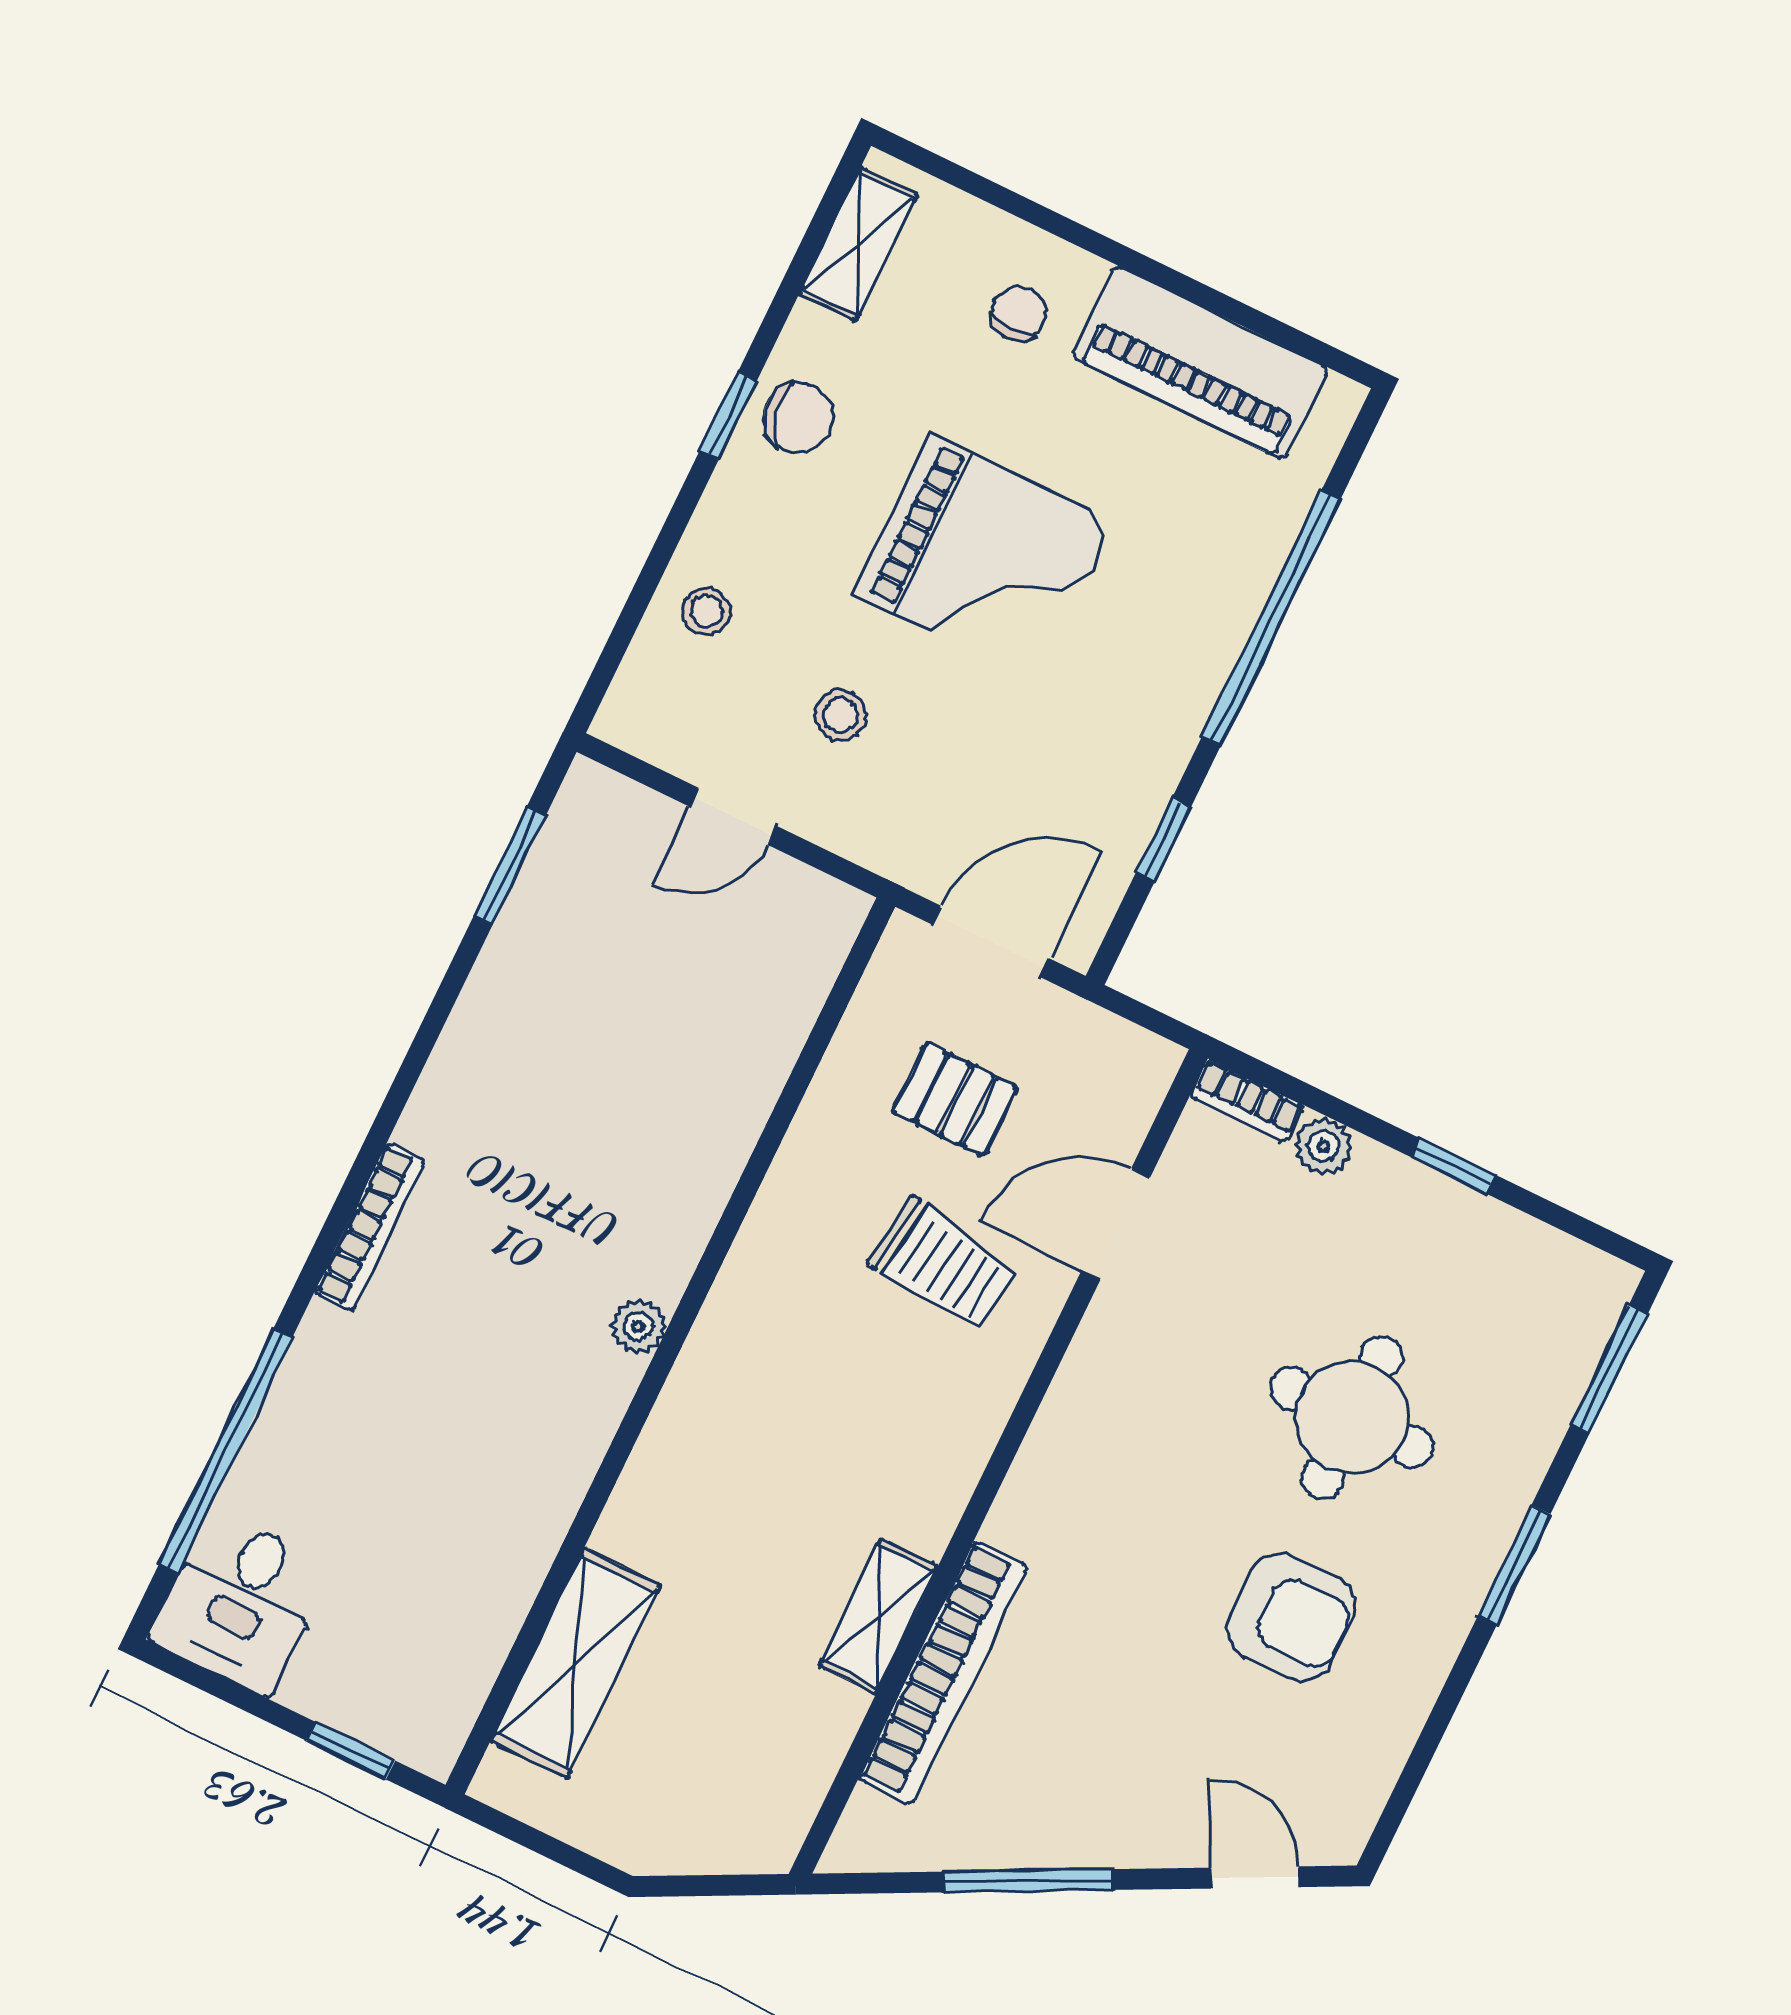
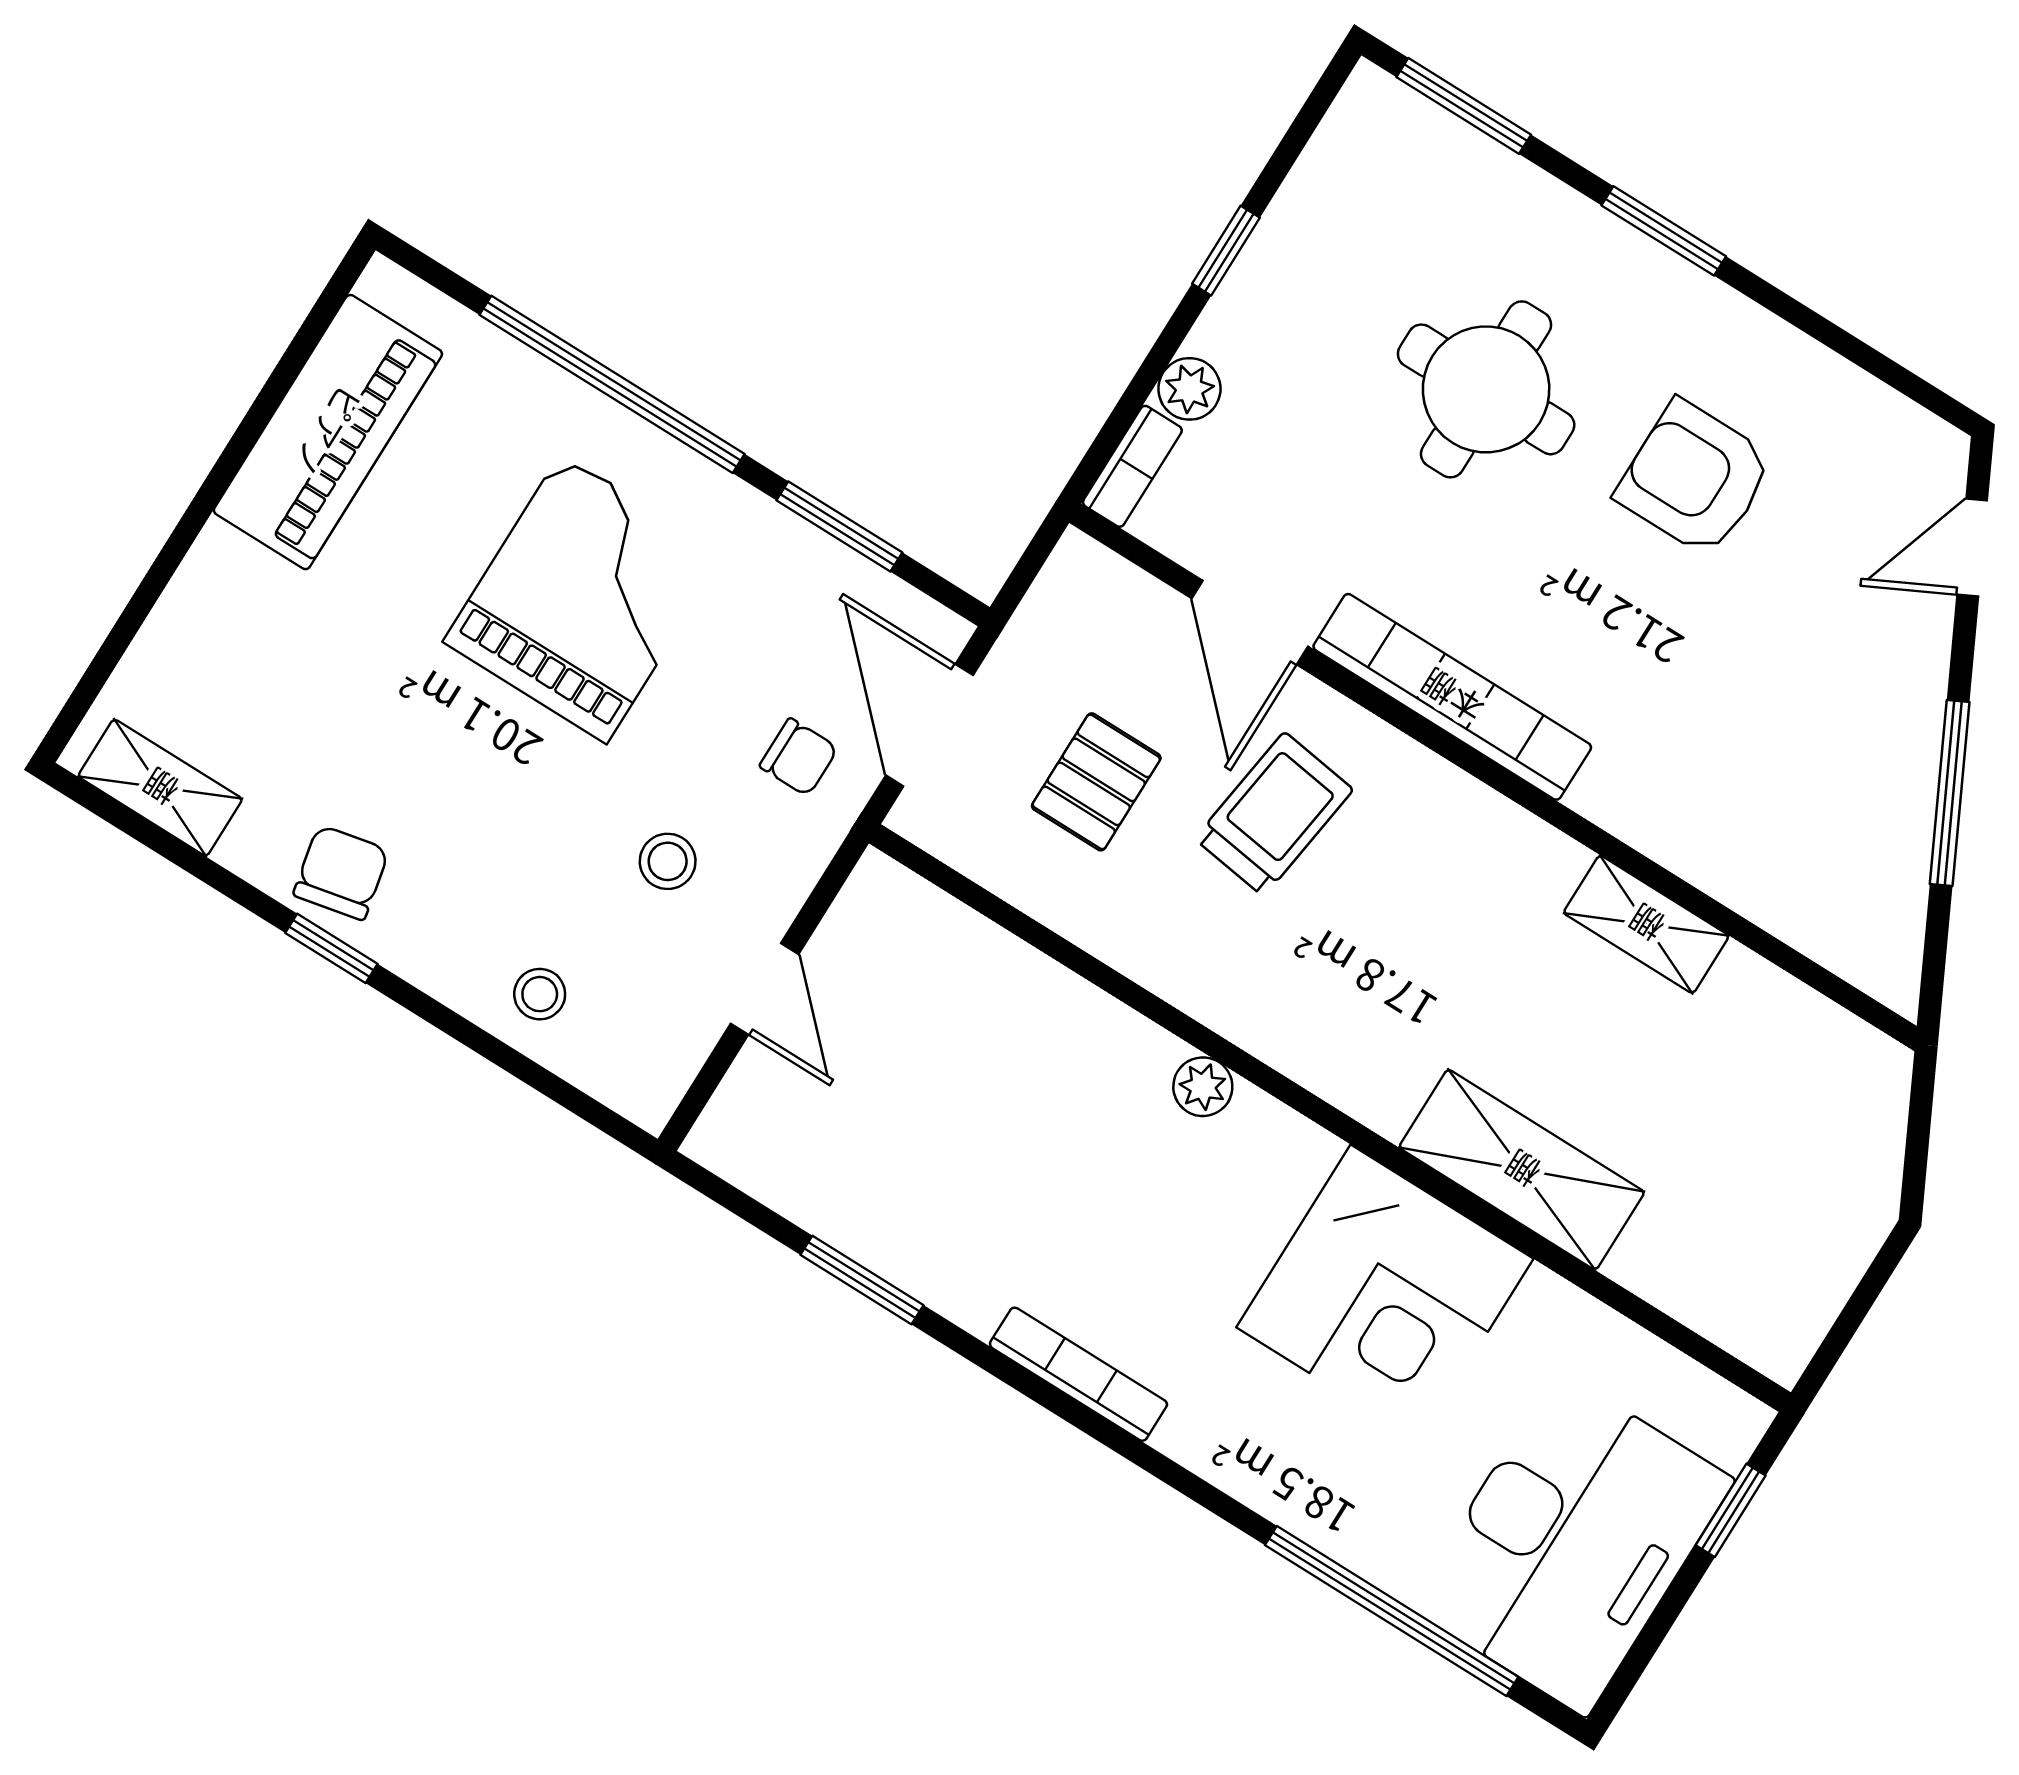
chair: (1018, 314) -> (799, 757), moved, turned 180
grand piano: (984, 558) -> (584, 598), moved
window: (1163, 840) -> (839, 526), width x1.50
window: (510, 865) -> (862, 1280), moved
bookcase: (370, 1227) -> (1078, 1374), moved
plant: (638, 1326) -> (1203, 1087), moved
corner desk: (516, 1413) -> (1385, 1293), added
desk: (241, 1602) -> (1572, 1543), width x1.87, depth x1.30
armchair: (1291, 1617) -> (1695, 478), turned -90
shelving: (576, 1663) -> (1522, 1170), moved
bookcase: (943, 1672) -> (1452, 697), moved

